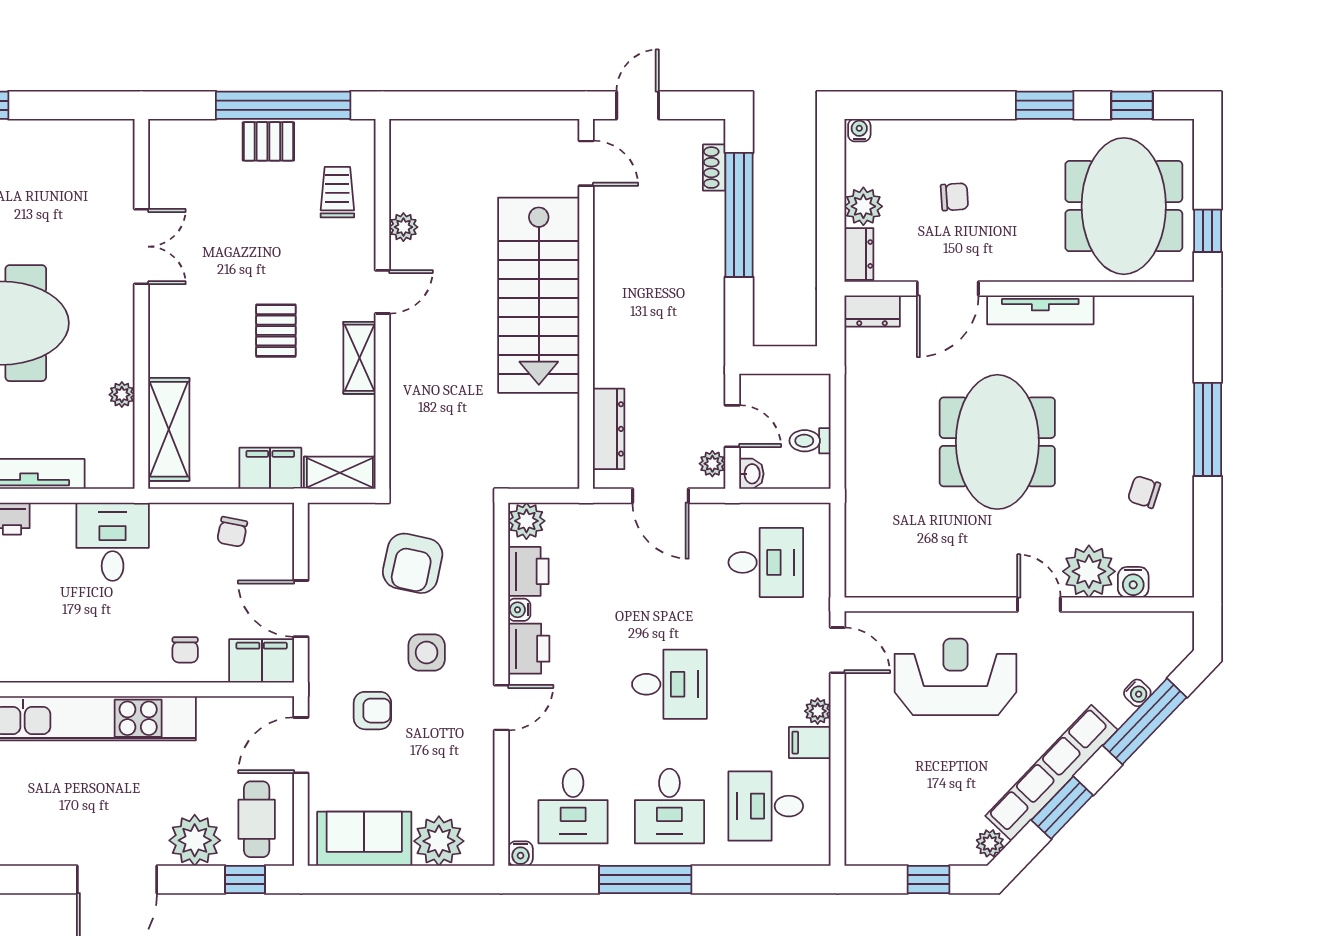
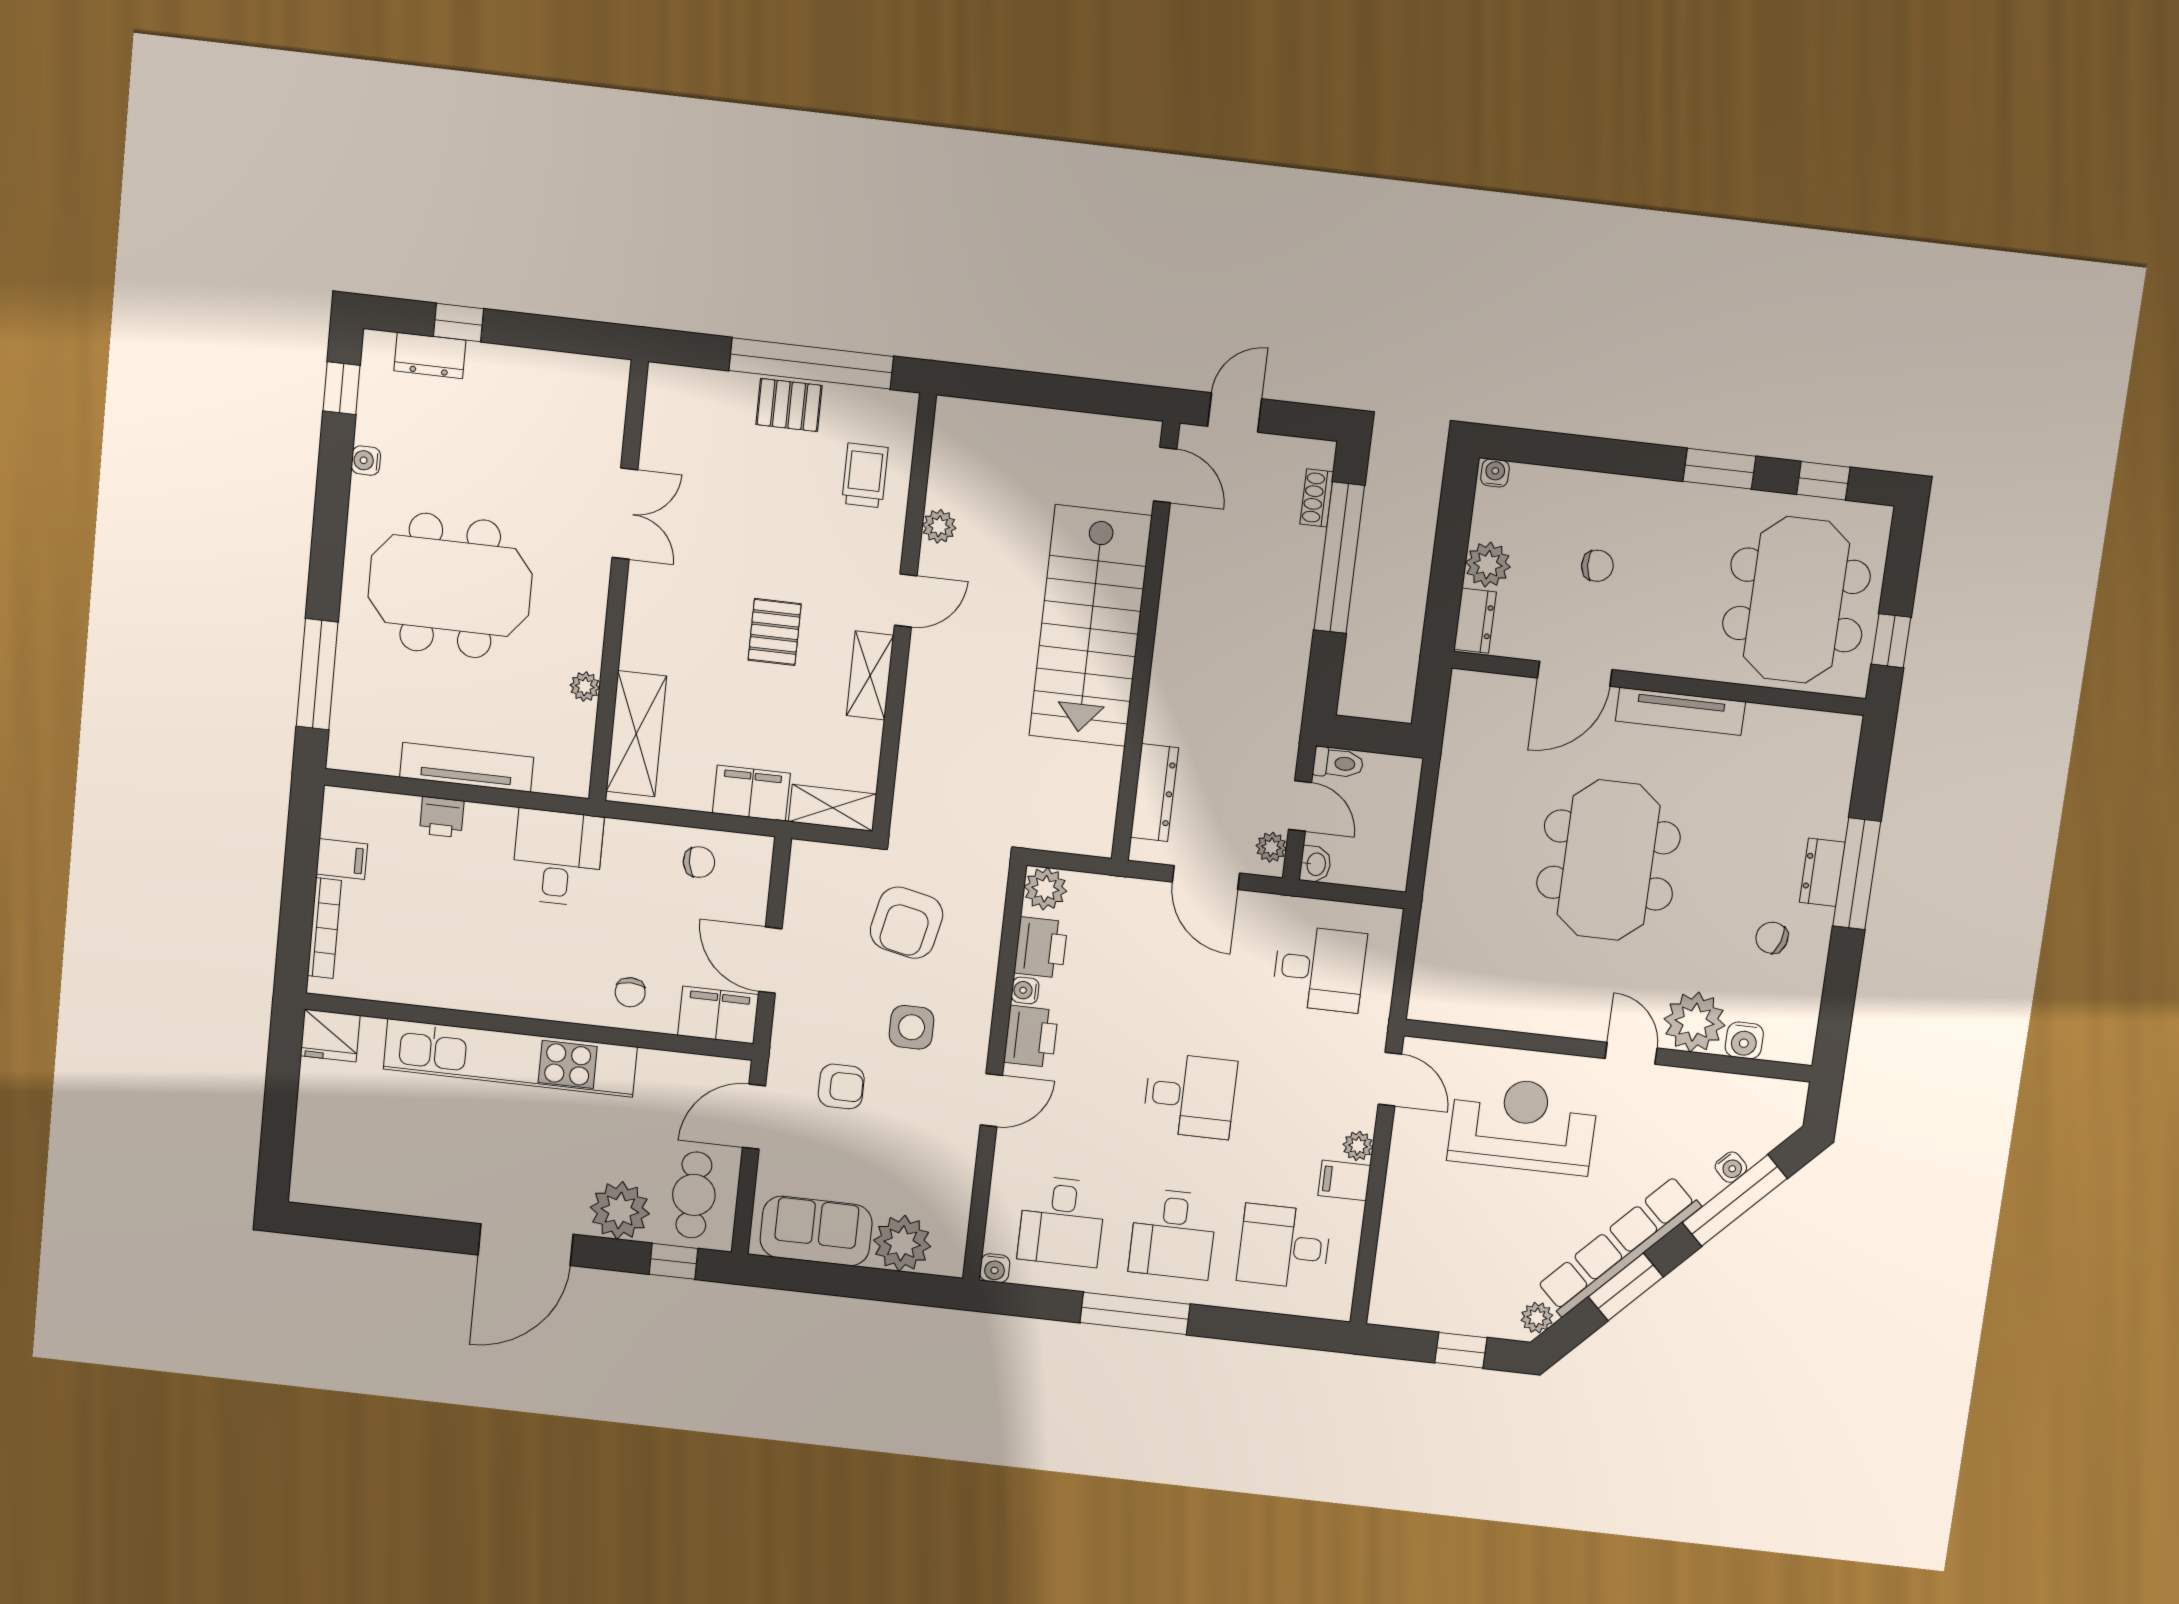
dresser: (872, 311) -> (1822, 872), moved, turned 90
toilet: (810, 441) -> (1338, 763), moved, turned 180
chair: (232, 532) -> (699, 862), turned -110

